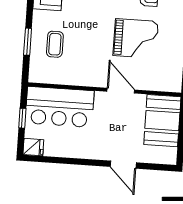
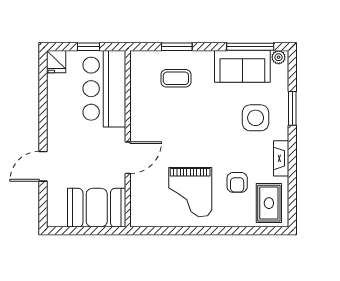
grand piano: (136, 38) -> (190, 192), moved

